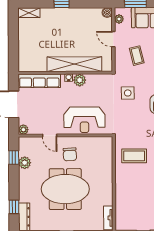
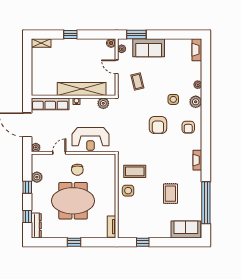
plant: (80, 80) -> (103, 103), moved
side table: (128, 93) -> (128, 191), moved
door: (50, 136) -> (59, 153), swing flipped
window: (14, 157) -> (27, 187), moved

